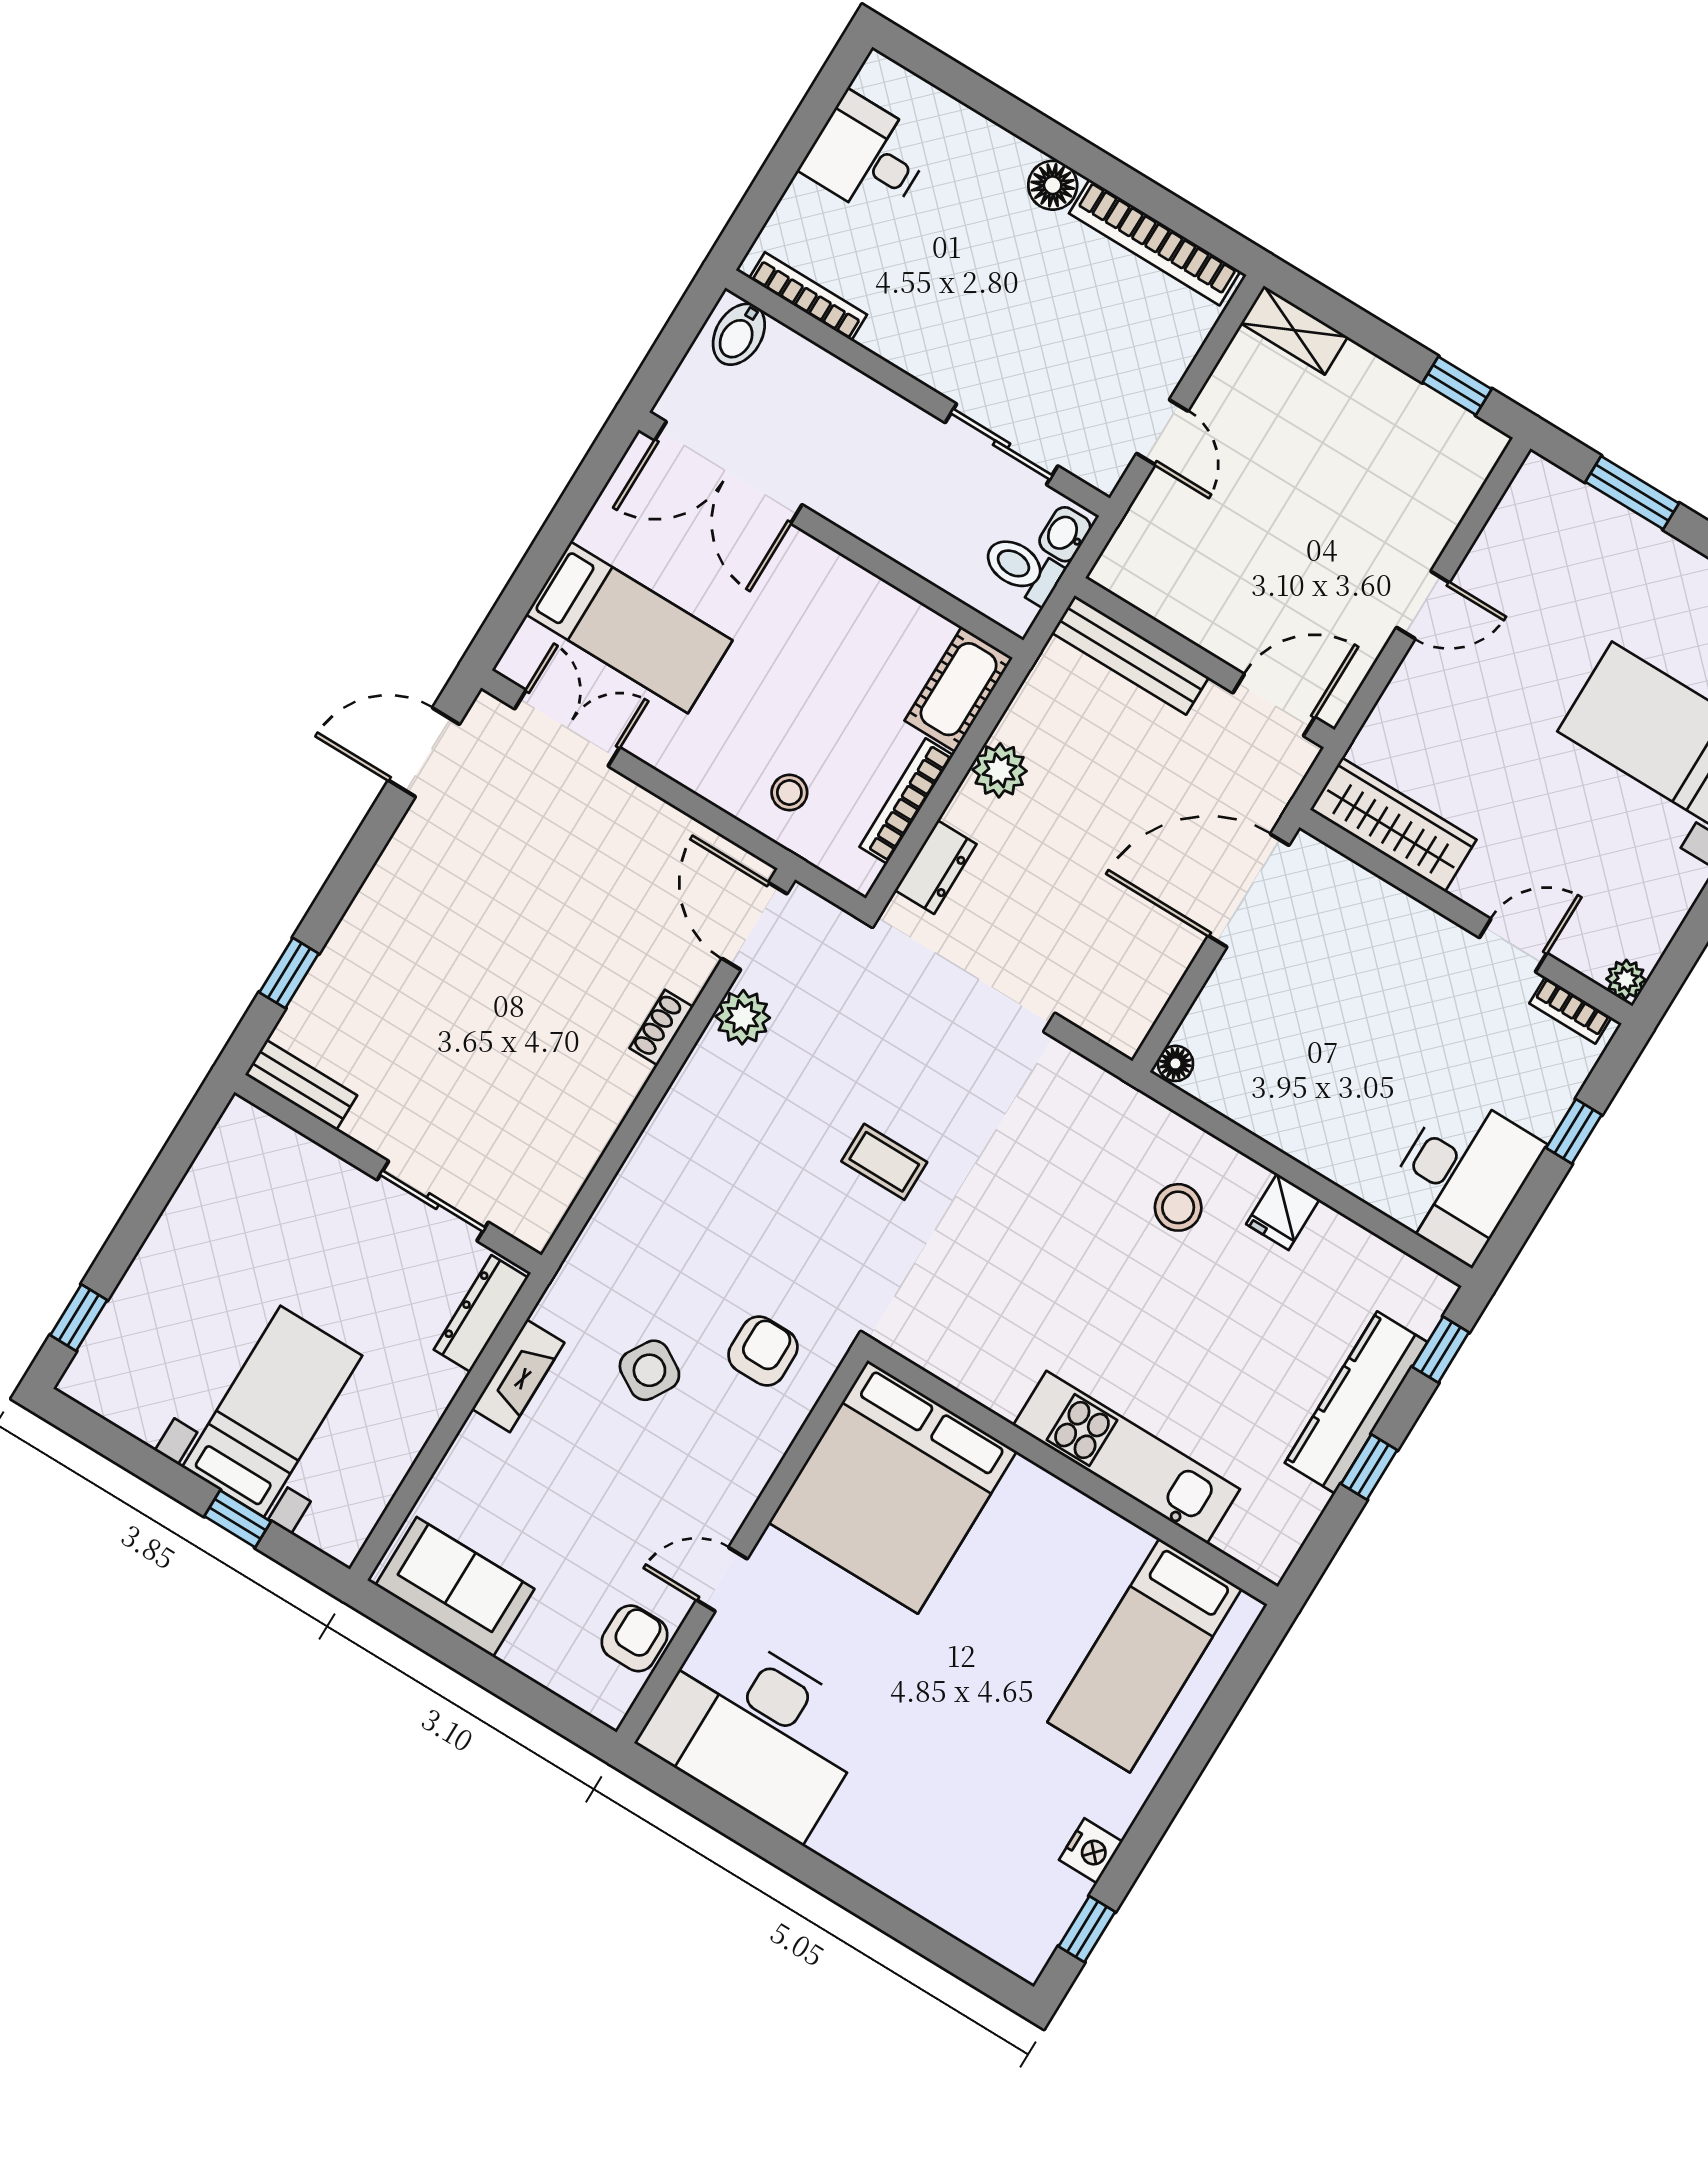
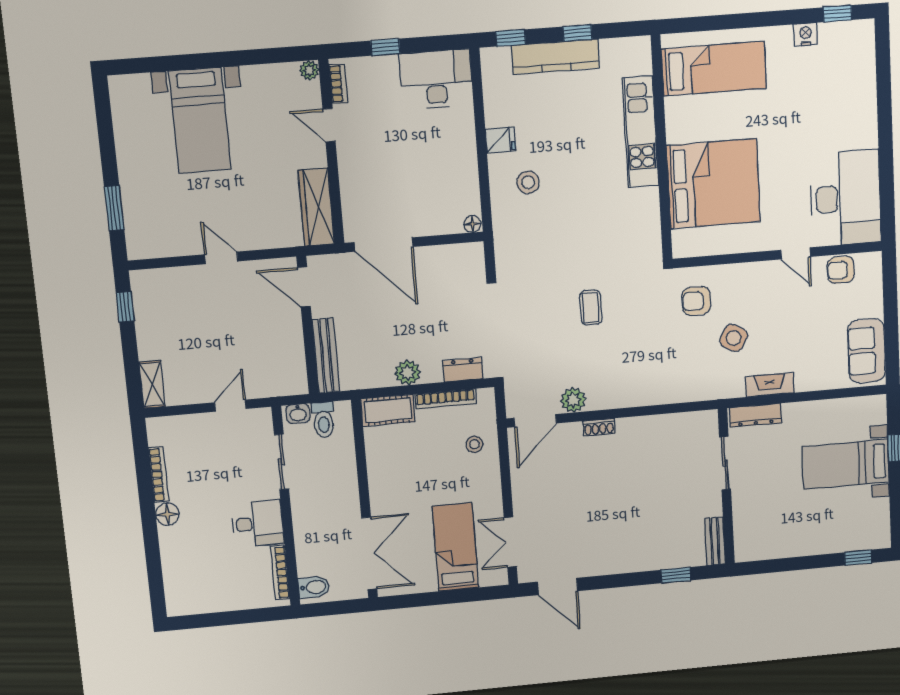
desk: (867, 156) -> (258, 524), moved, turned -90
bookcase: (1155, 242) -> (159, 474), width x0.68, depth x0.76
bed: (893, 1487) -> (713, 184), moved

